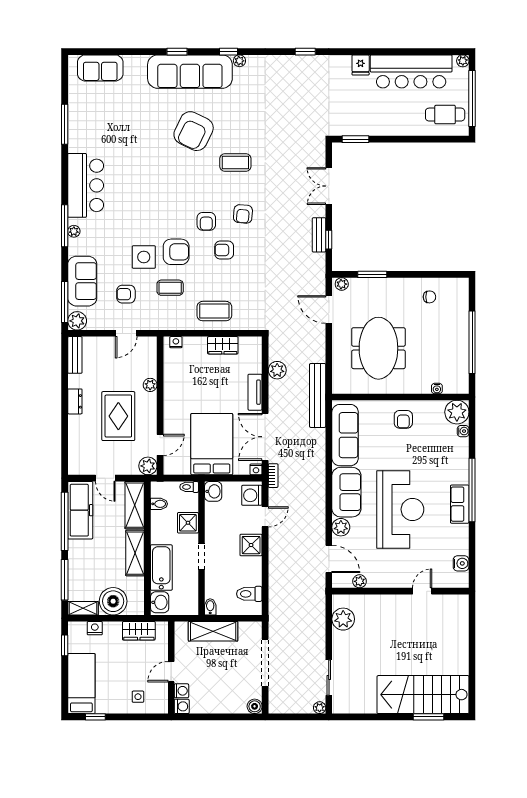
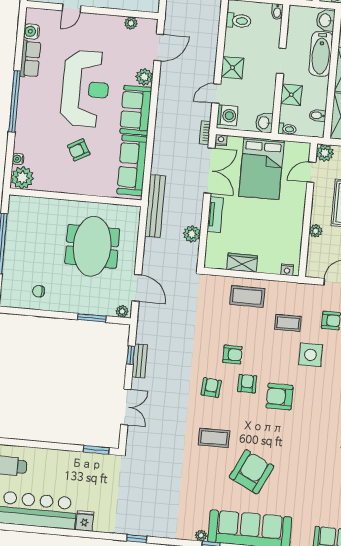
armchair: (176, 252) -> (279, 397), moved
water cooler: (437, 388) -> (39, 202), removed
armchair: (403, 419) -> (79, 150), moved, turned -119
row of seats: (460, 504) -> (30, 59), moved
reception desk: (400, 509) -> (85, 89), turned 180
door: (329, 559) -> (159, 47), swing flipped

